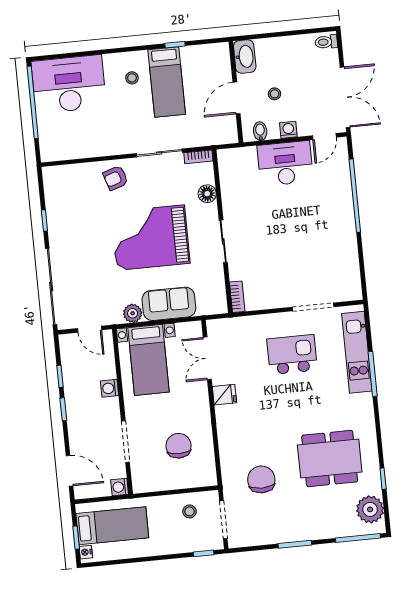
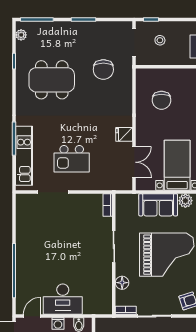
plant: (370, 509) -> (21, 35), width x0.53, depth x0.53
stool: (190, 511) -> (160, 40), moved

